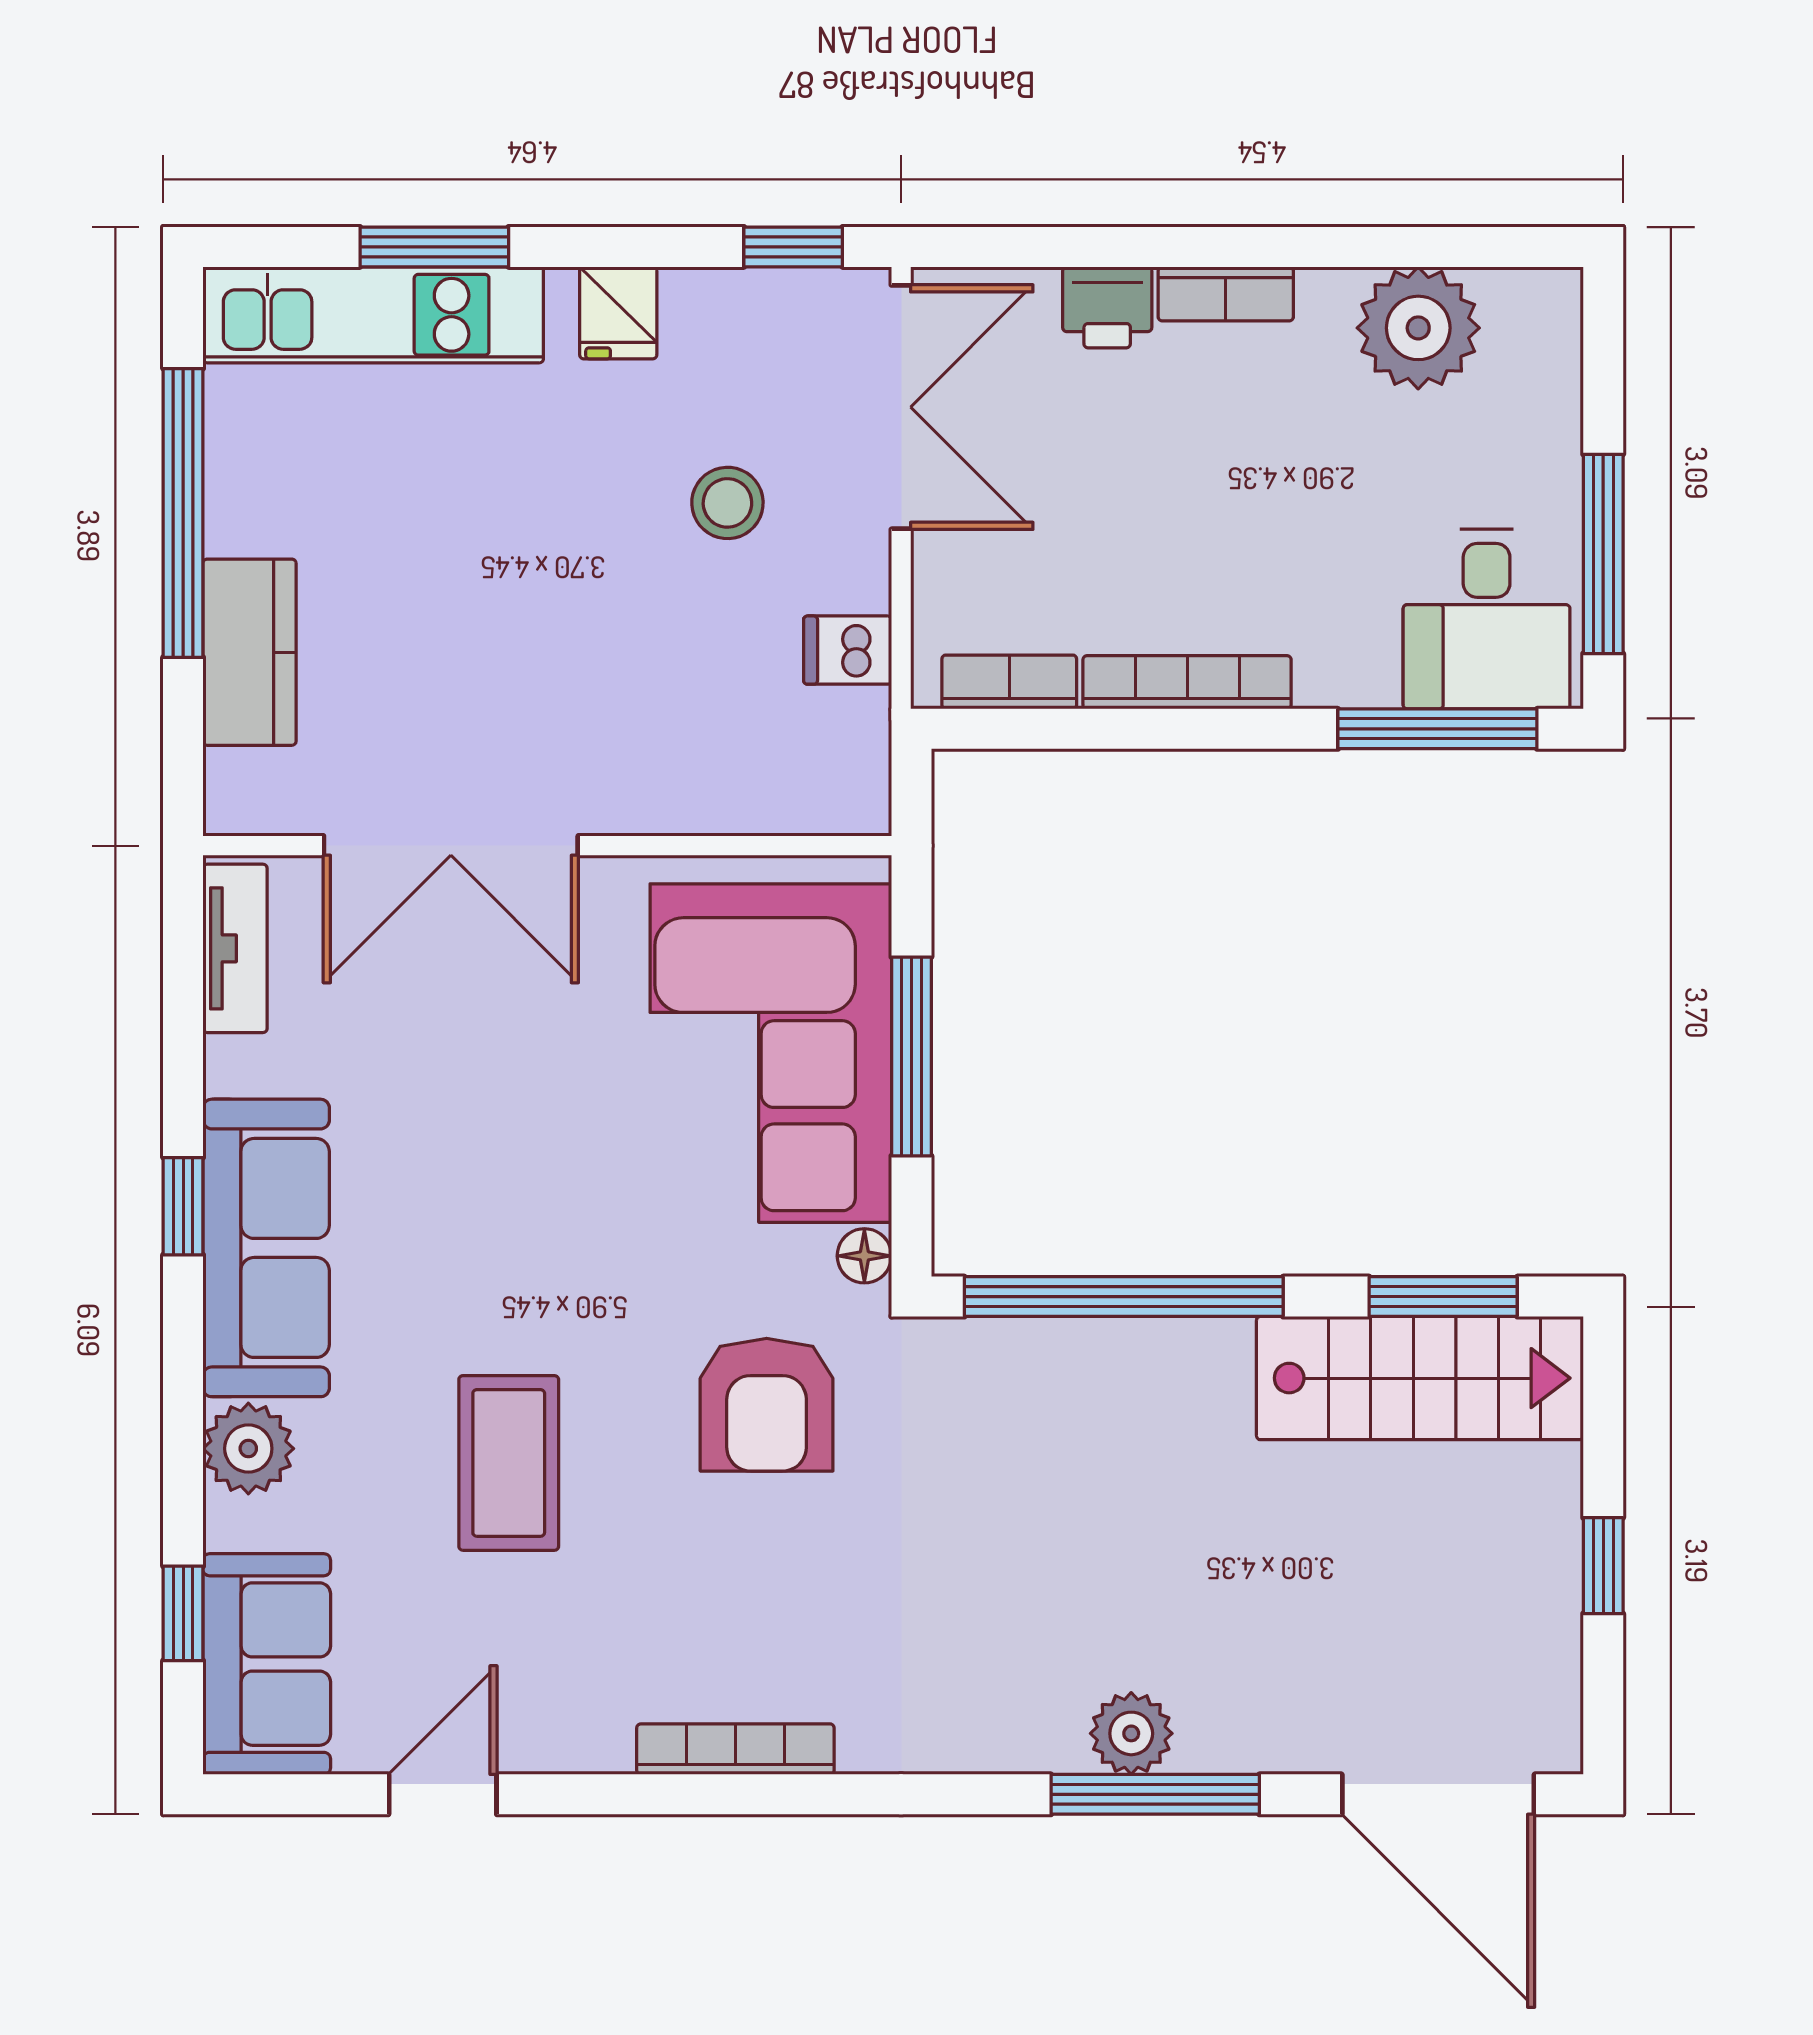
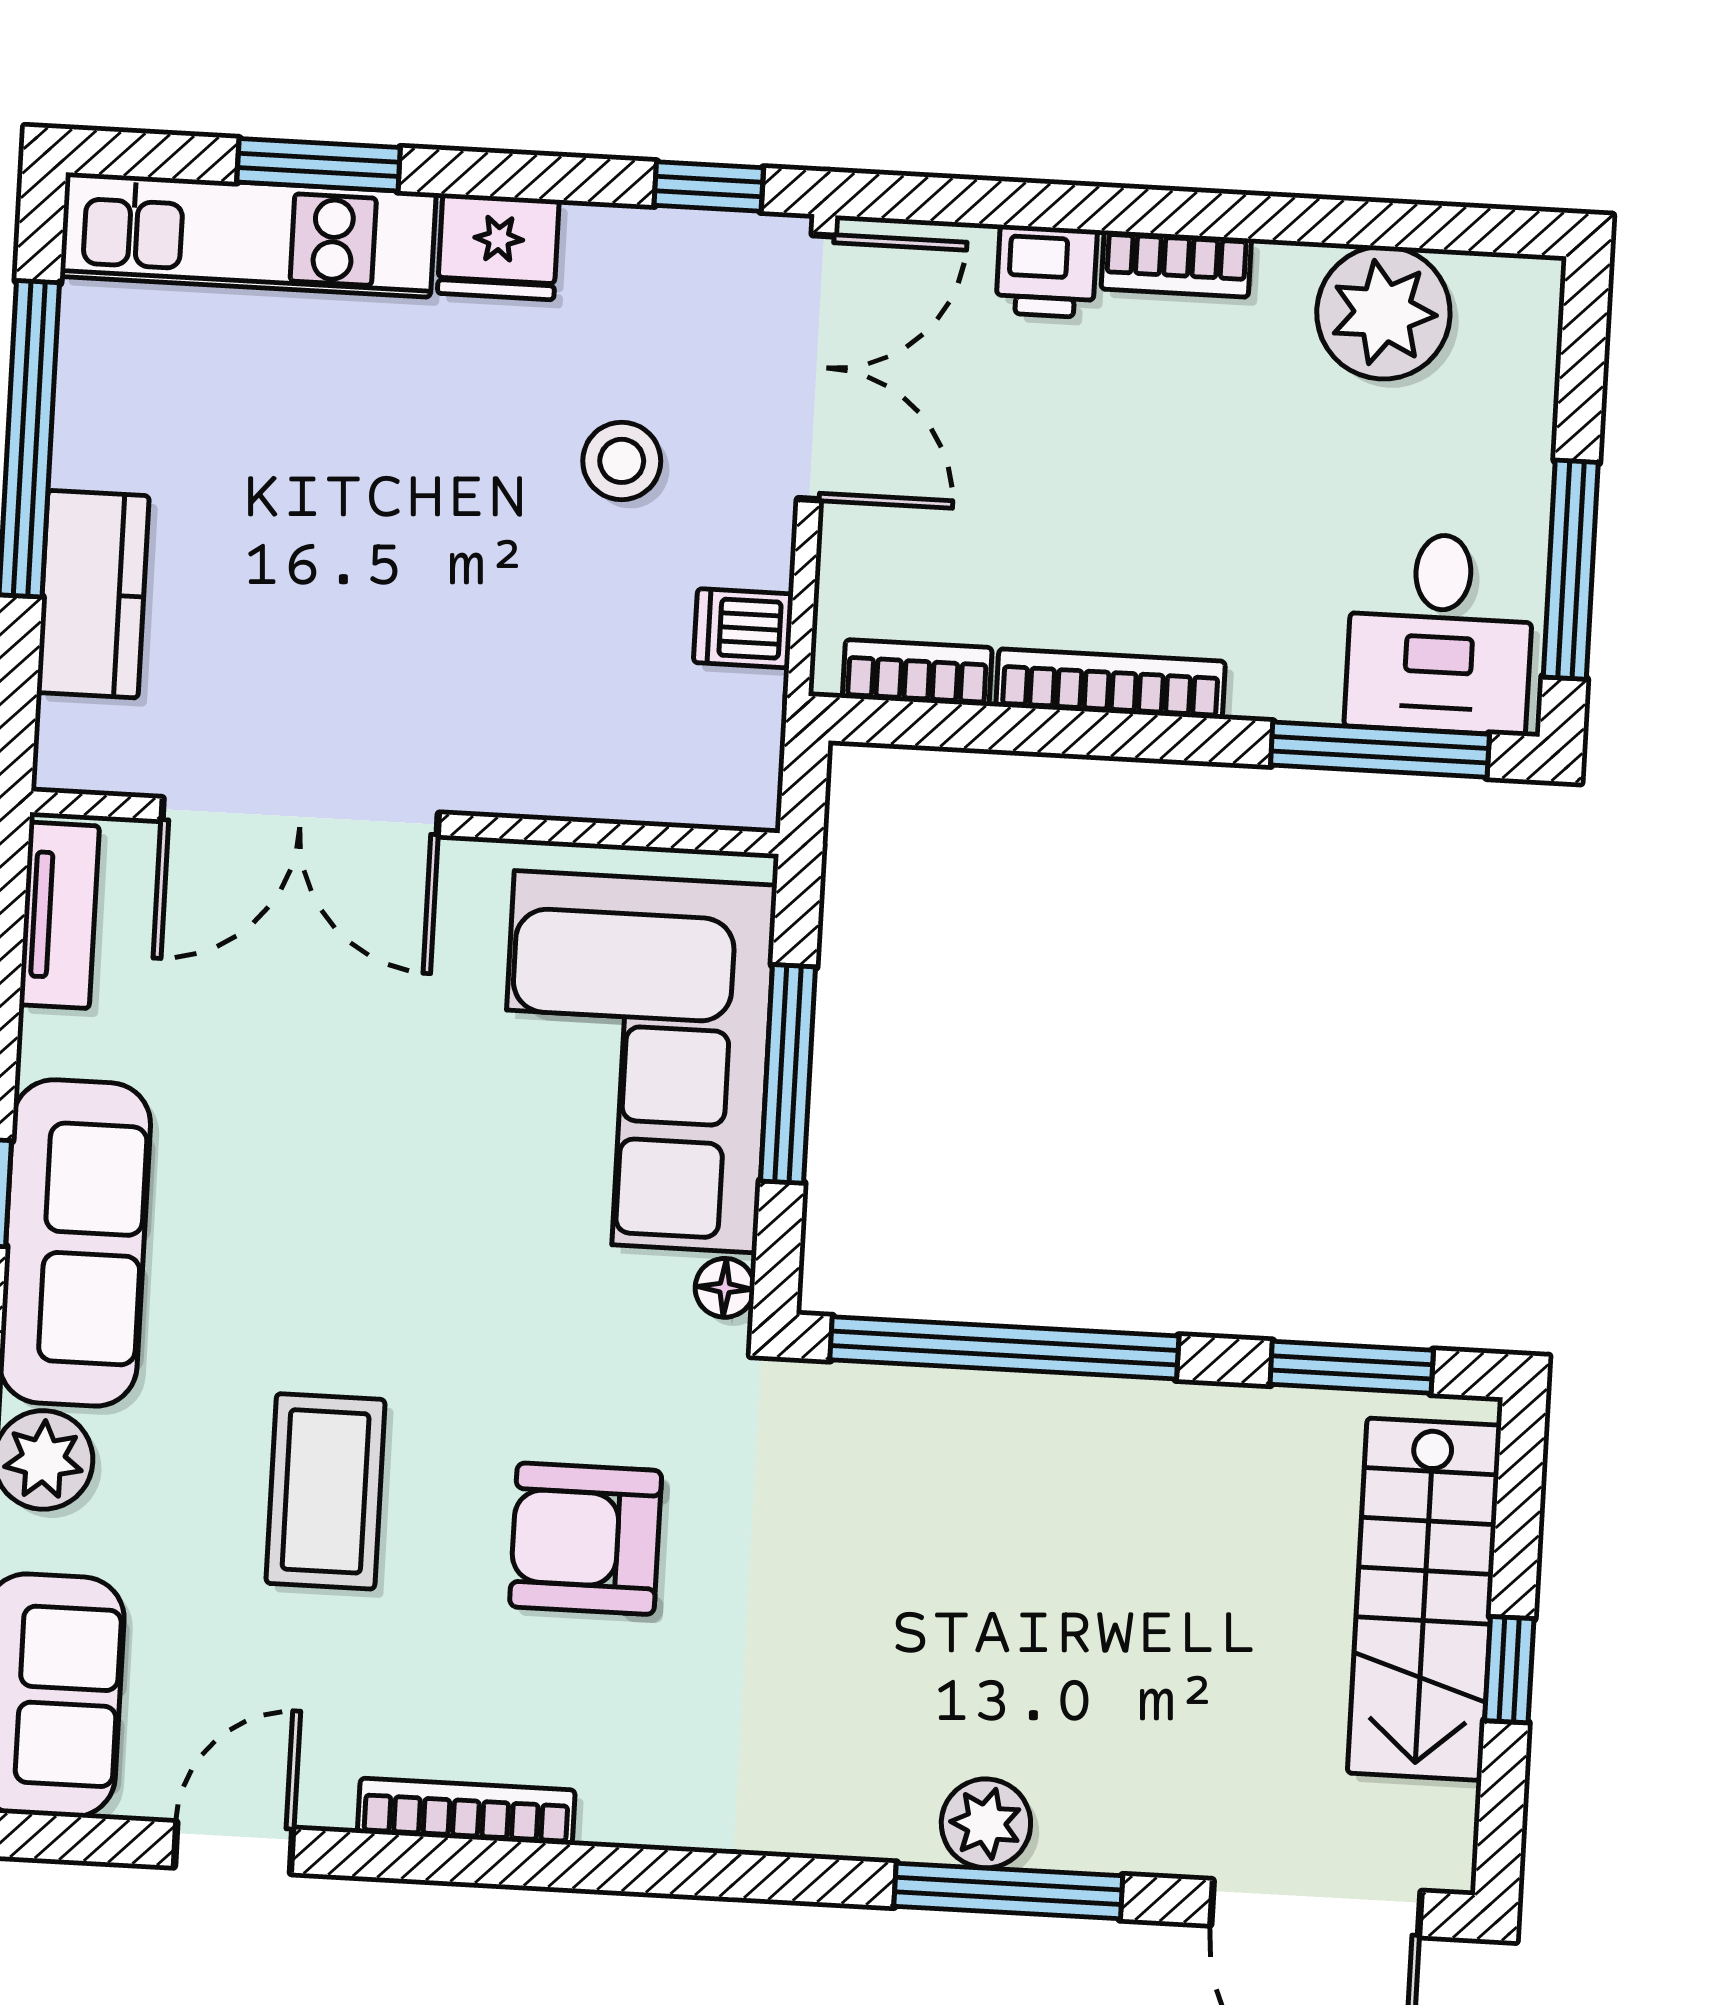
fridge: (618, 313) -> (498, 247), width x1.38
stairs: (1420, 1378) -> (1424, 1599), moved, turned 90
armchair: (767, 1405) -> (586, 1539), moved, turned 90
bookcase: (735, 1749) -> (466, 1811), moved

